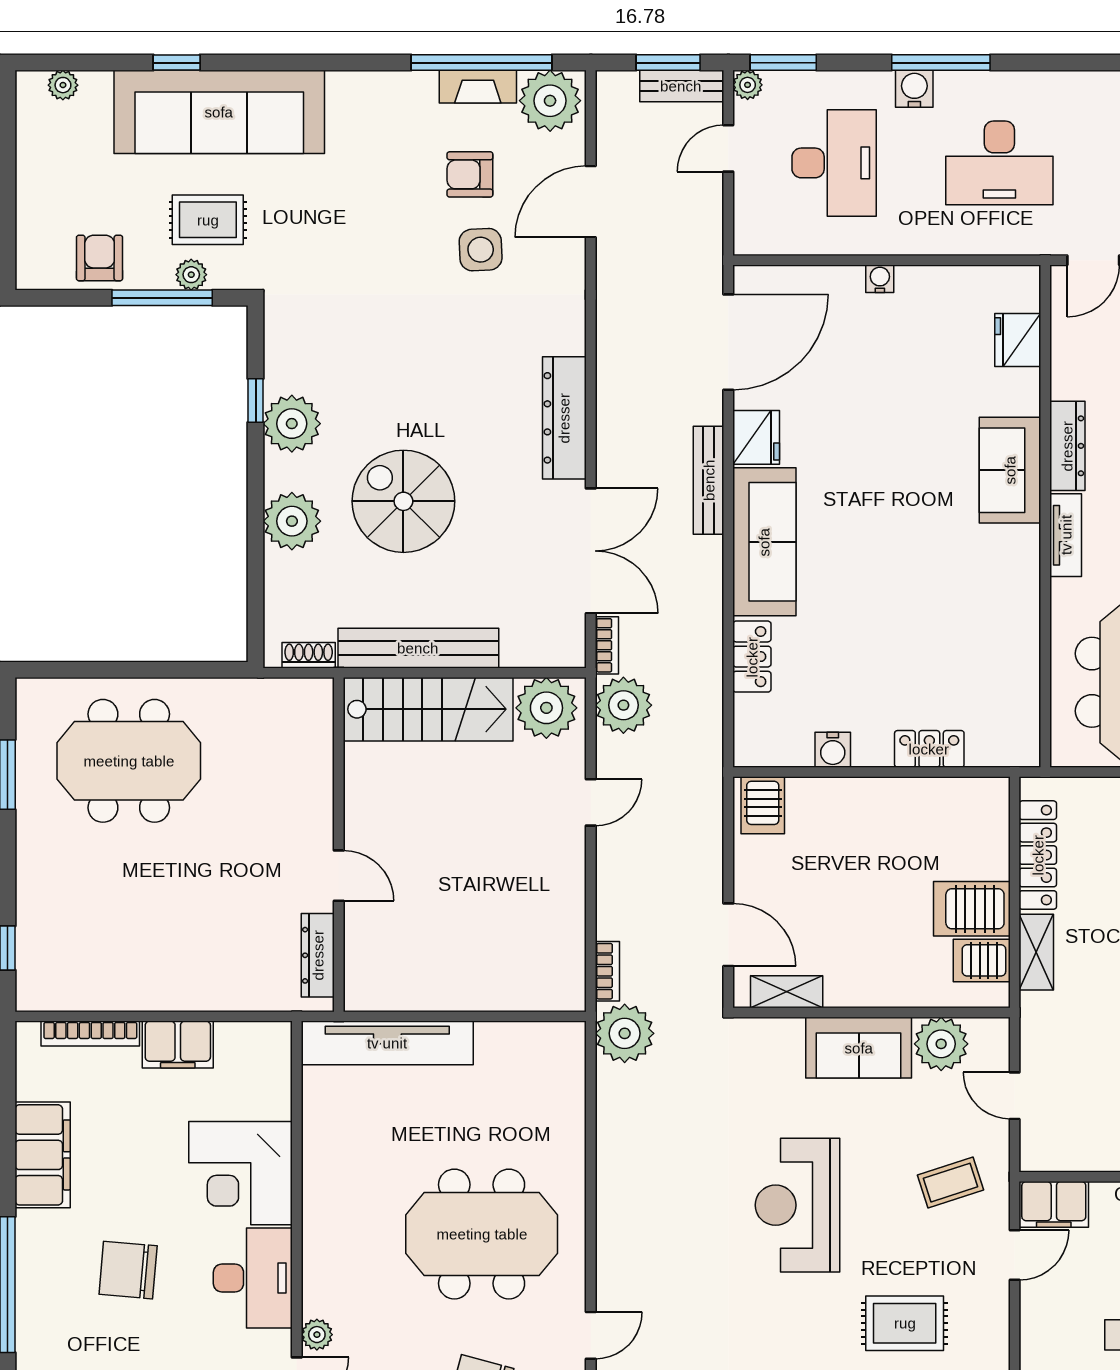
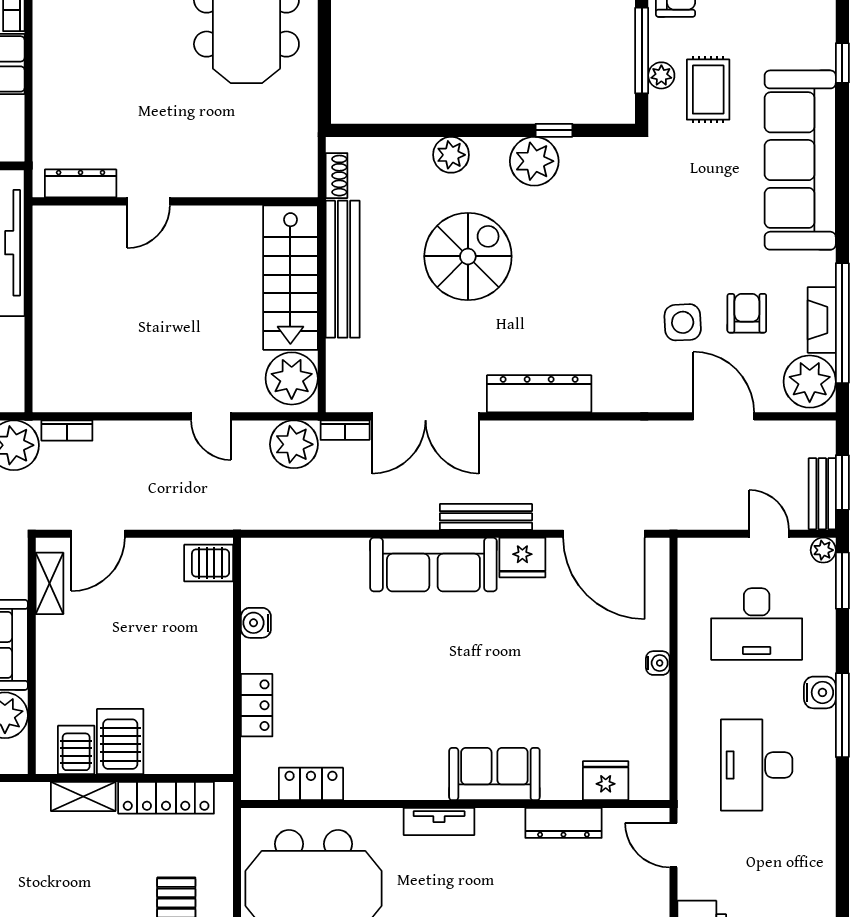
sofa: (219, 112) -> (800, 160), moved
dresser: (1067, 446) -> (563, 823), moved
plant: (292, 521) -> (451, 155), width x0.73, depth x0.73
locker: (752, 657) -> (311, 784), moved, turned 180

